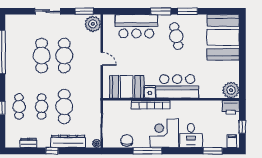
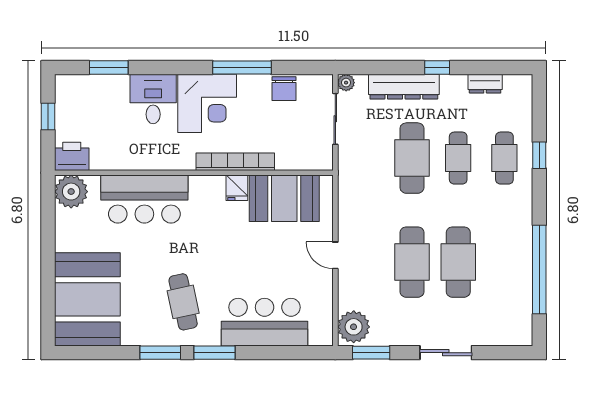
bar counter: (177, 86) -> (144, 199), moved
filing cabinet: (232, 141) -> (70, 87), removed

